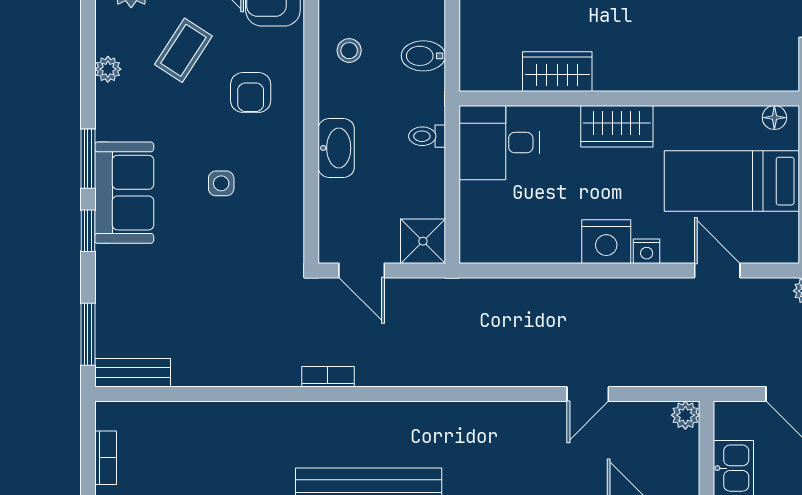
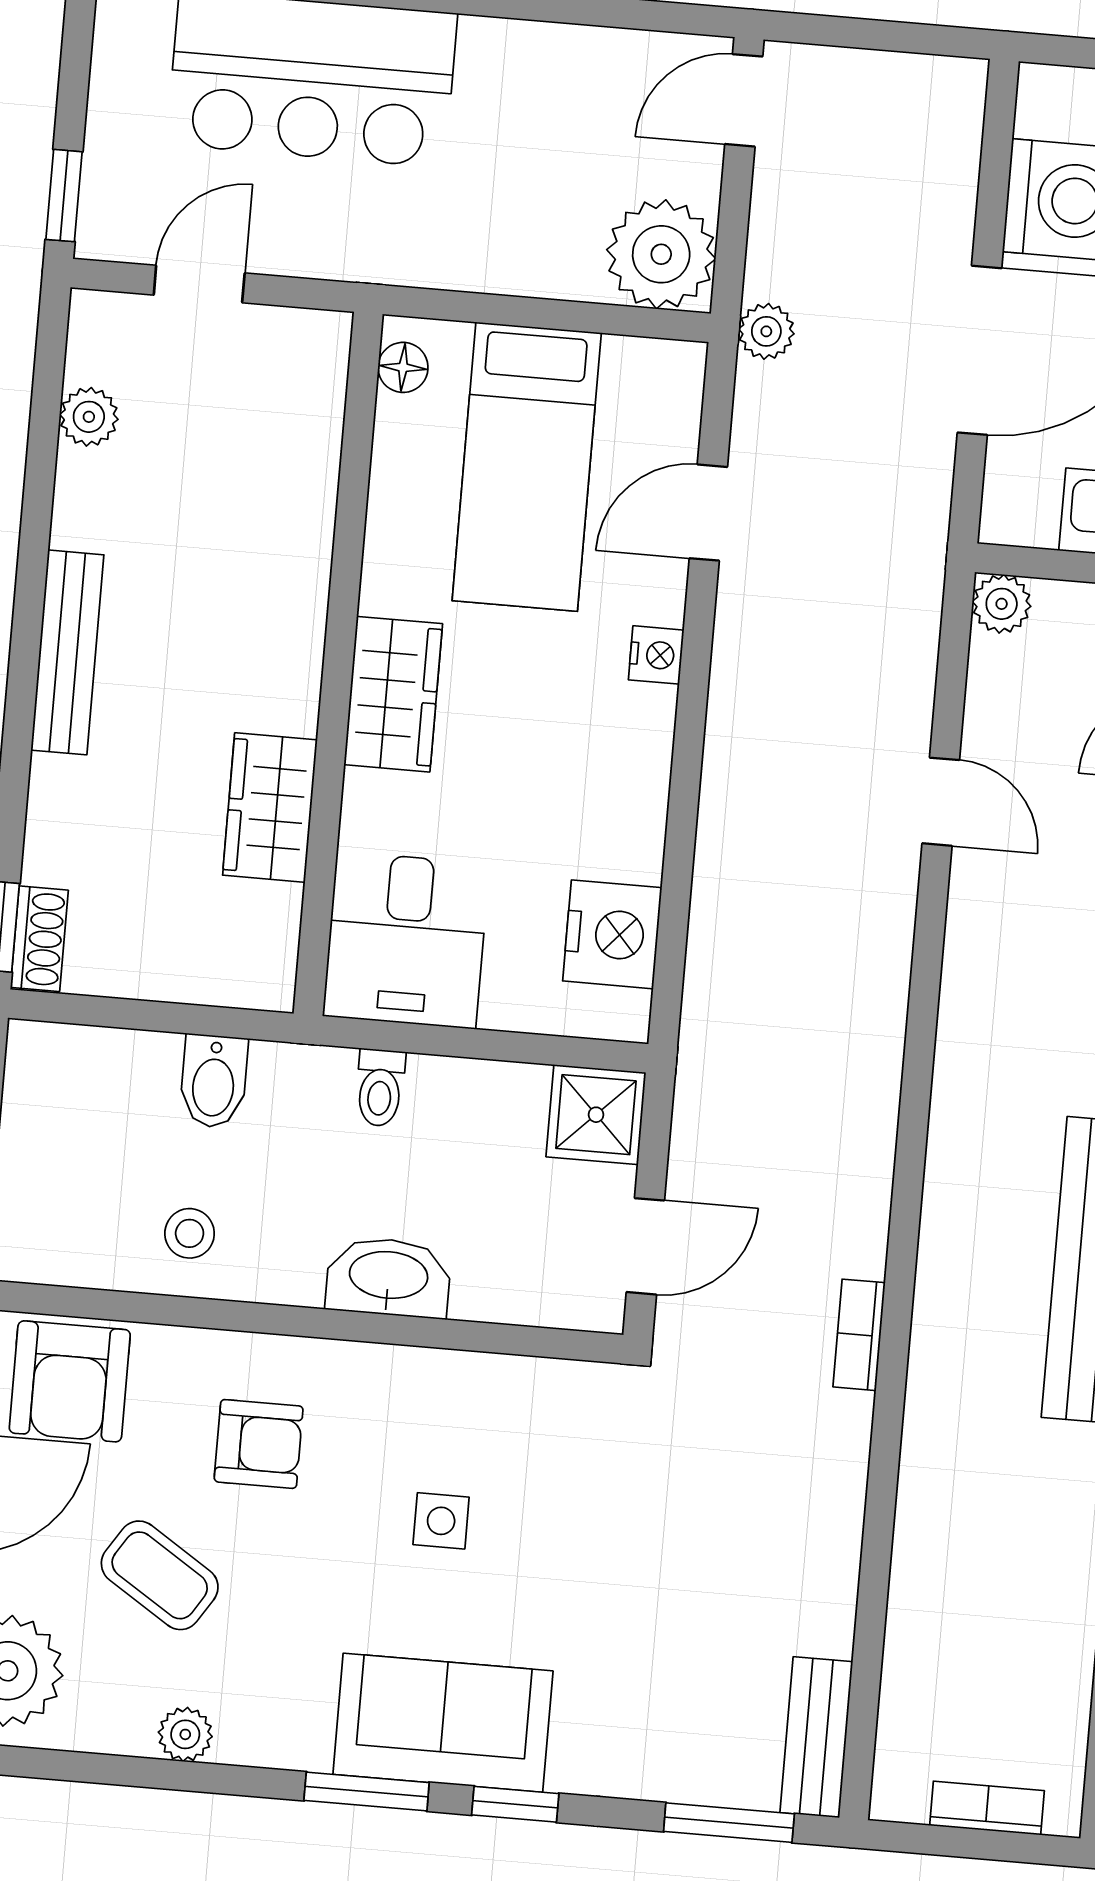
nightstand: (606, 242) -> (612, 934), moved

